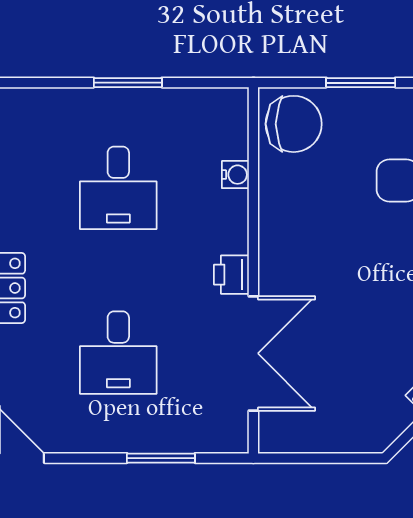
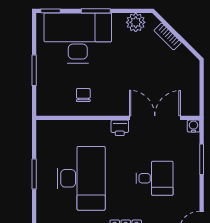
chair: (294, 124) -> (83, 95), moved, width x0.54, depth x0.54
water cooler: (235, 175) -> (193, 126), moved
desk: (118, 188) -> (81, 178), width x1.87, depth x1.30

